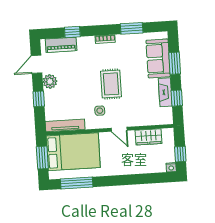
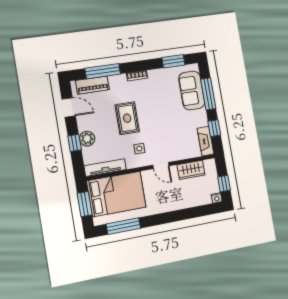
window: (132, 28) -> (173, 61), moved
window: (72, 32) -> (103, 71), width x2.17
window: (175, 63) -> (208, 94), width x1.44
door: (36, 64) -> (69, 107), swing flipped
plant: (50, 81) -> (87, 139), moved
rug: (111, 84) -> (127, 118), moved
fireplace: (165, 92) -> (205, 141), moved

